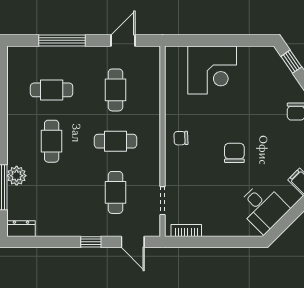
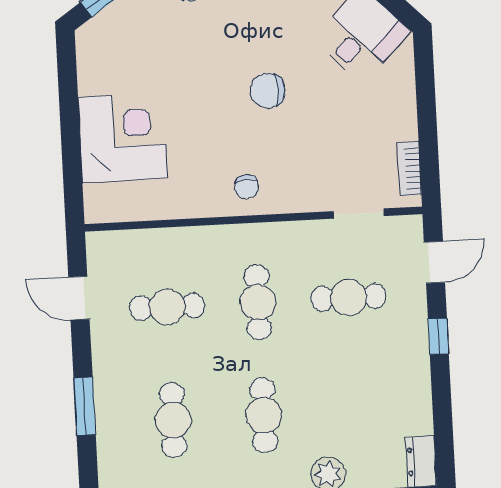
window: (62, 40) -> (85, 406), width x0.69
cafe table: (52, 141) -> (264, 415), turned 90

